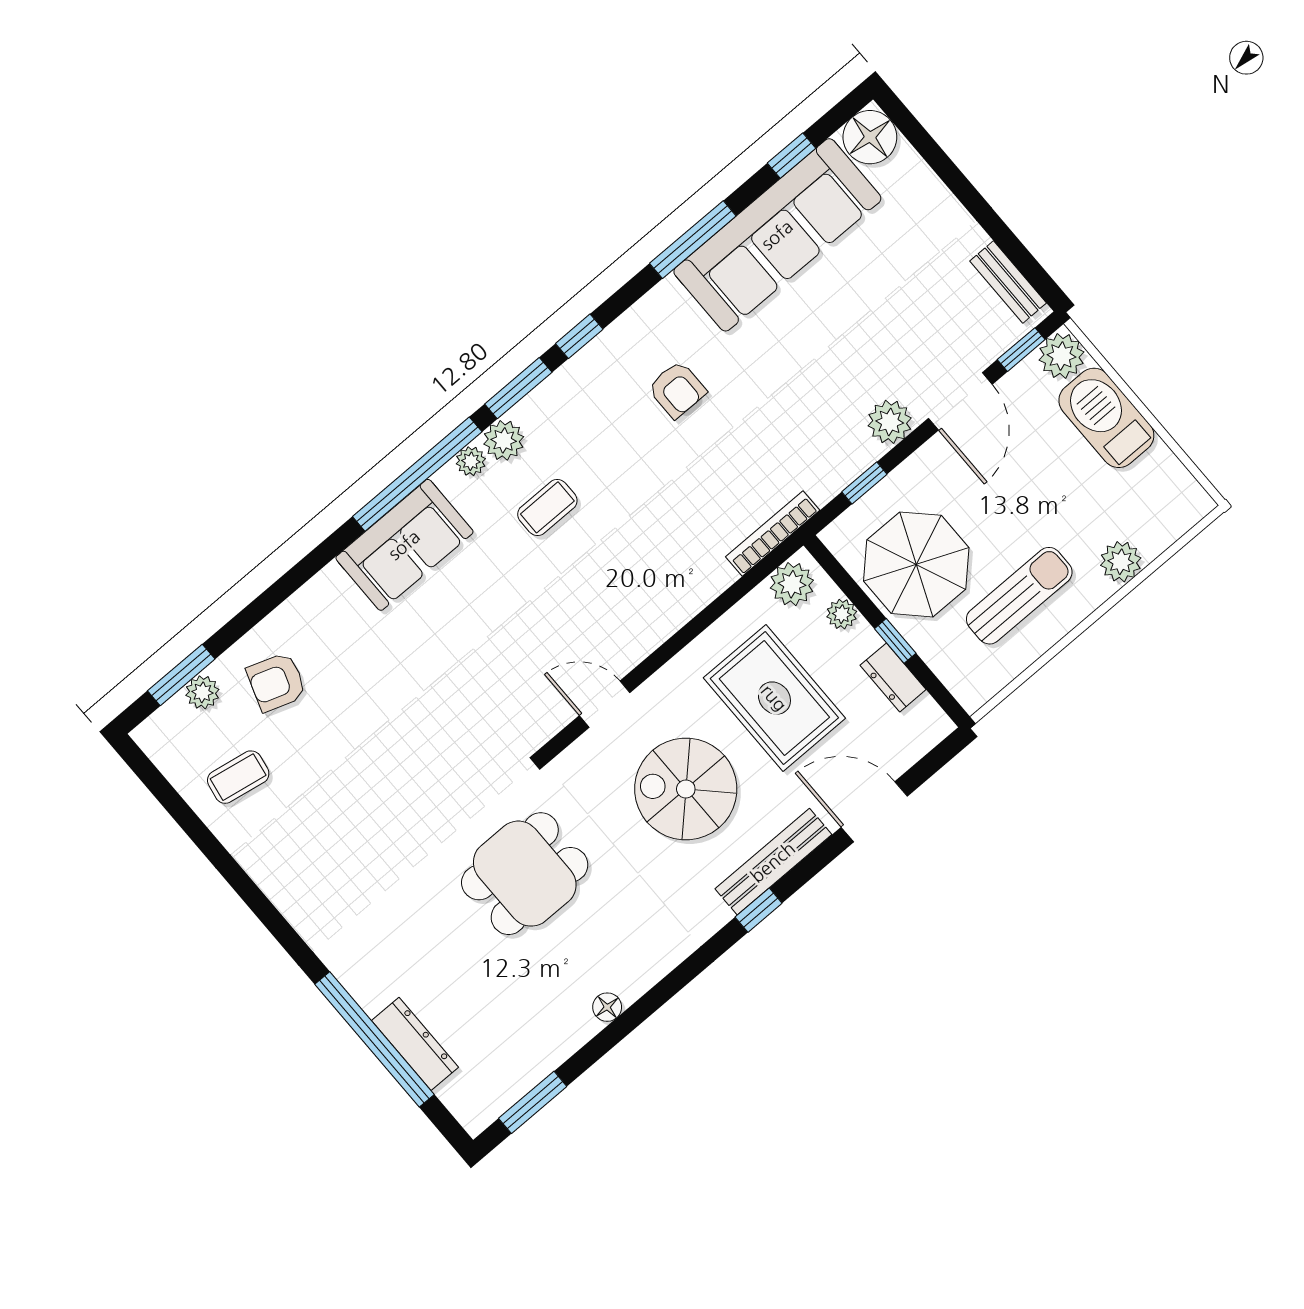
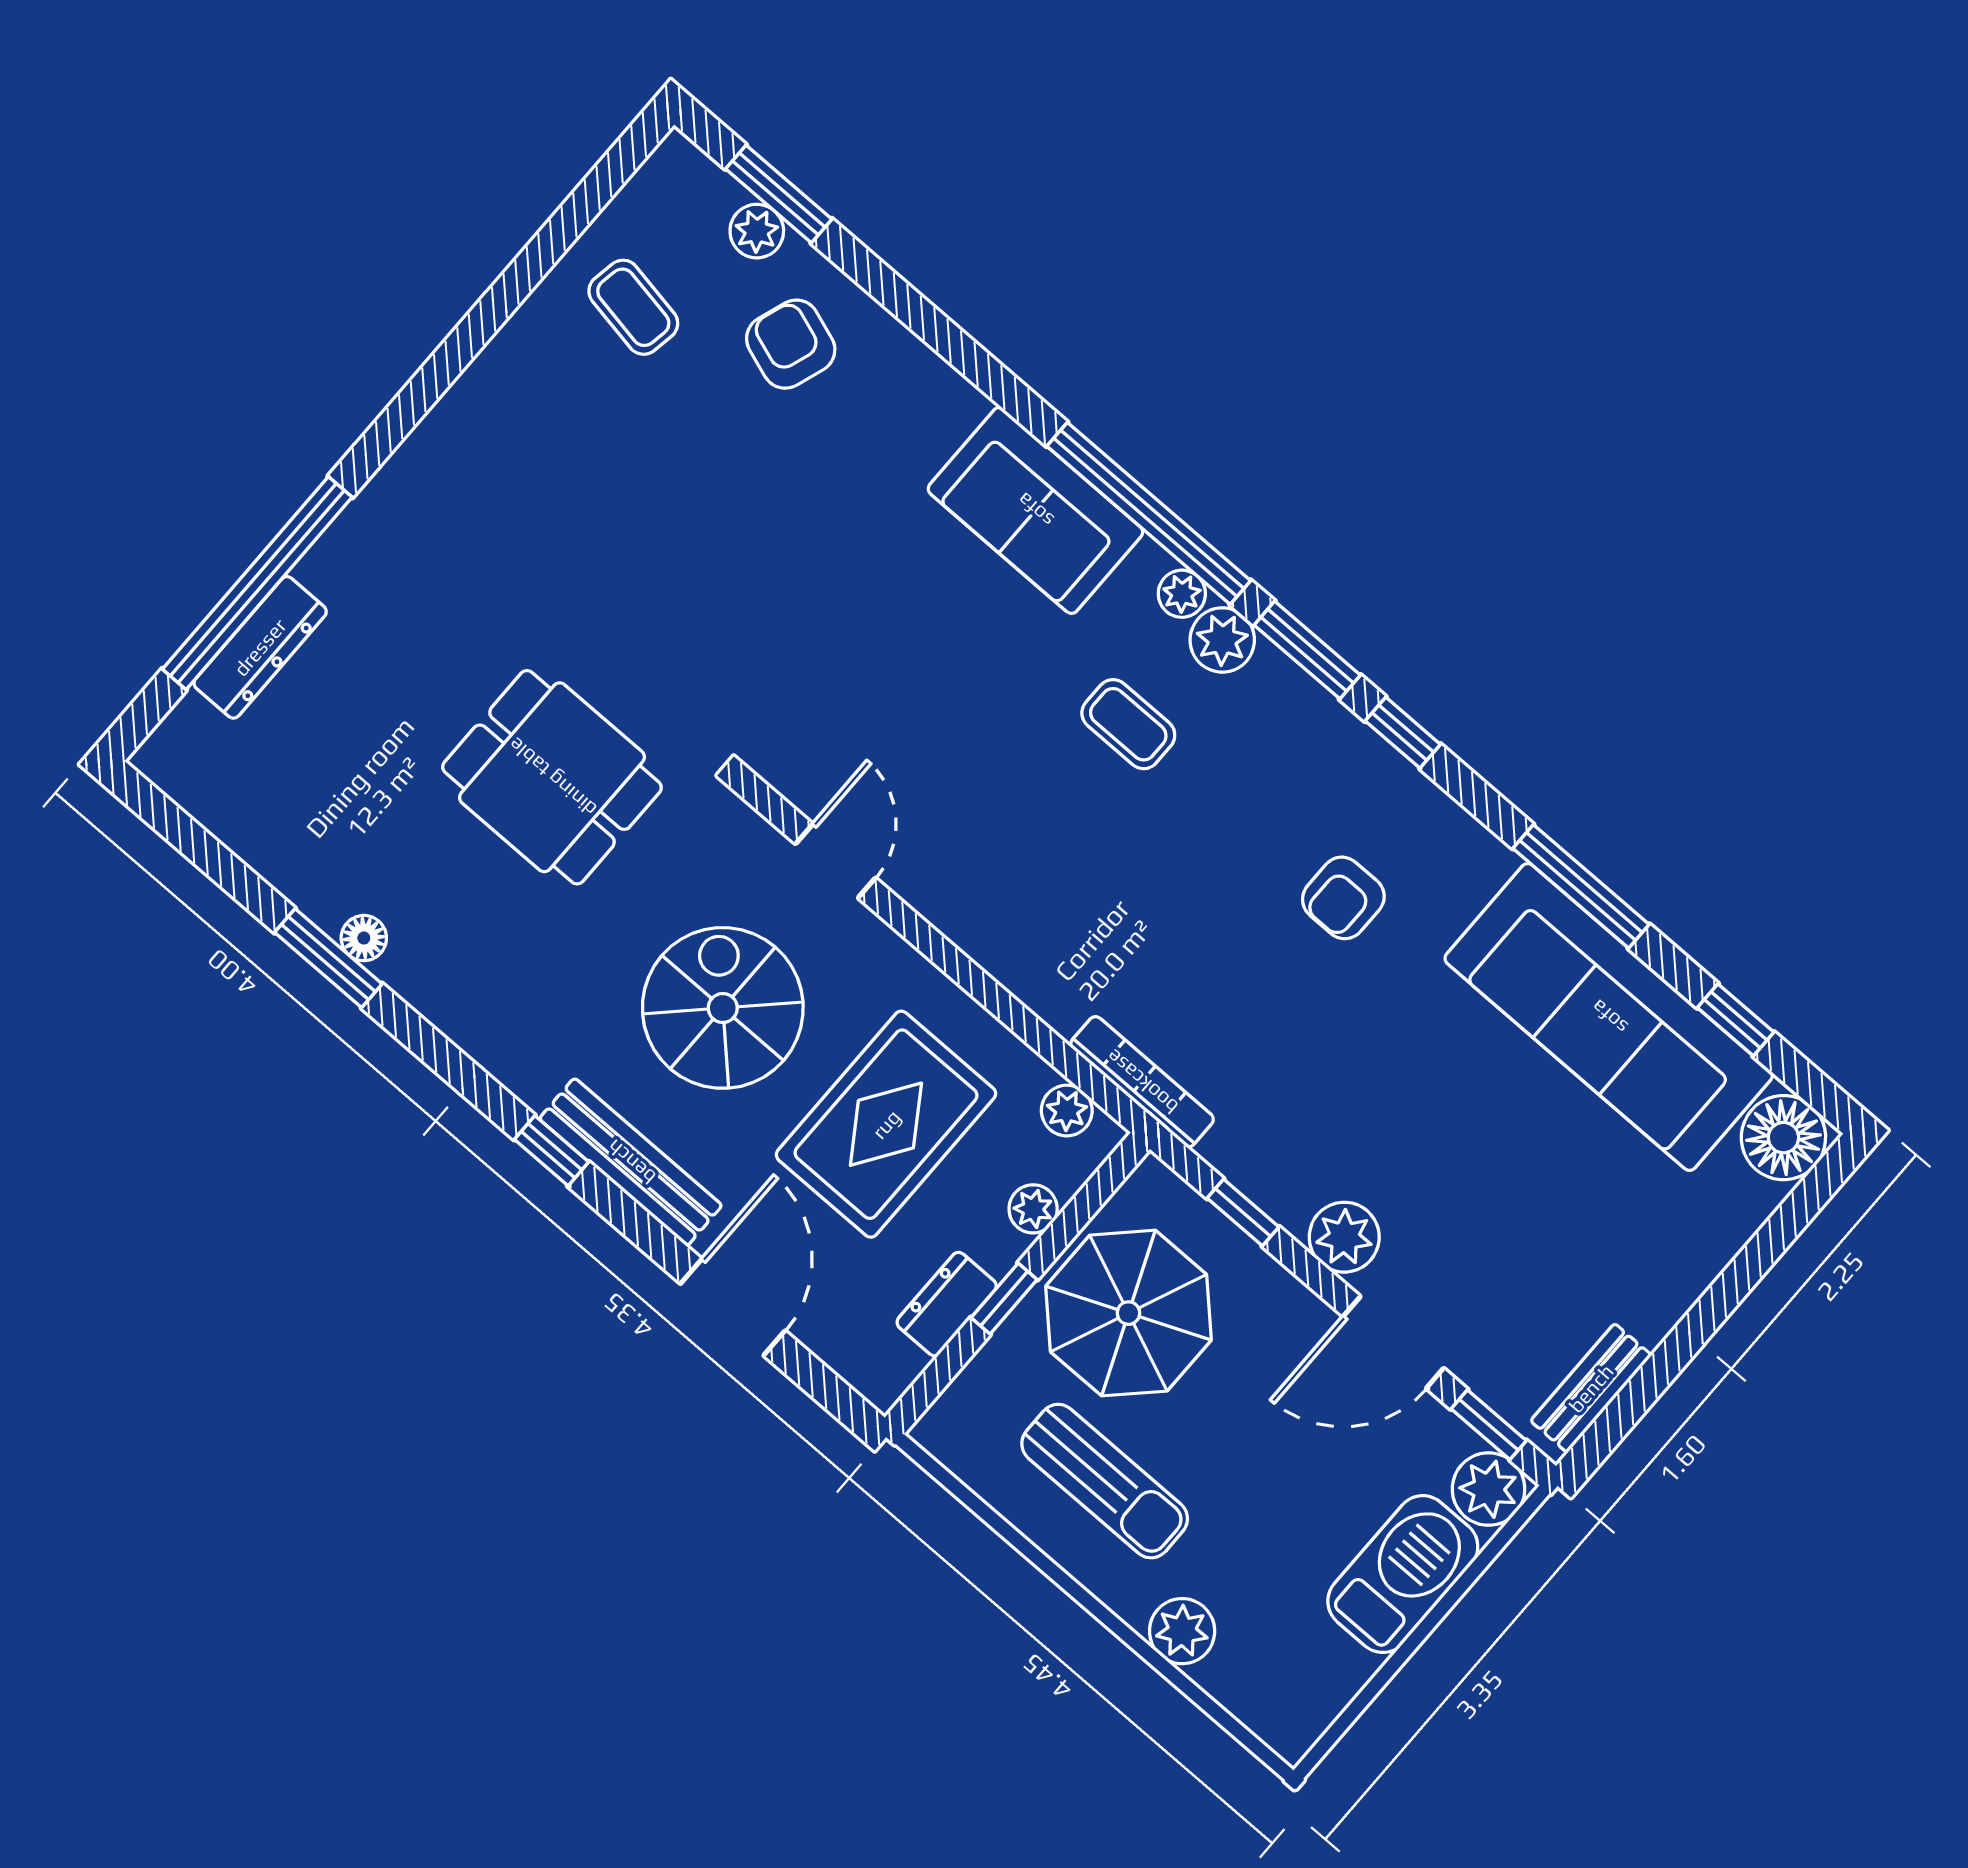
plant: (792, 584) -> (1067, 1111), width x0.73, depth x0.73
window: (533, 1102) -> (328, 958), moved

